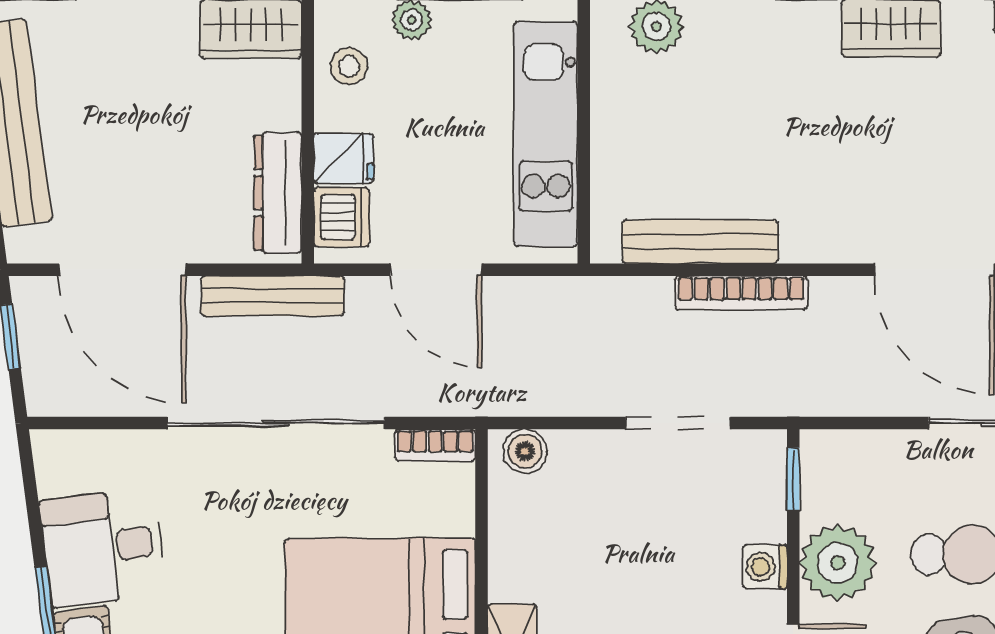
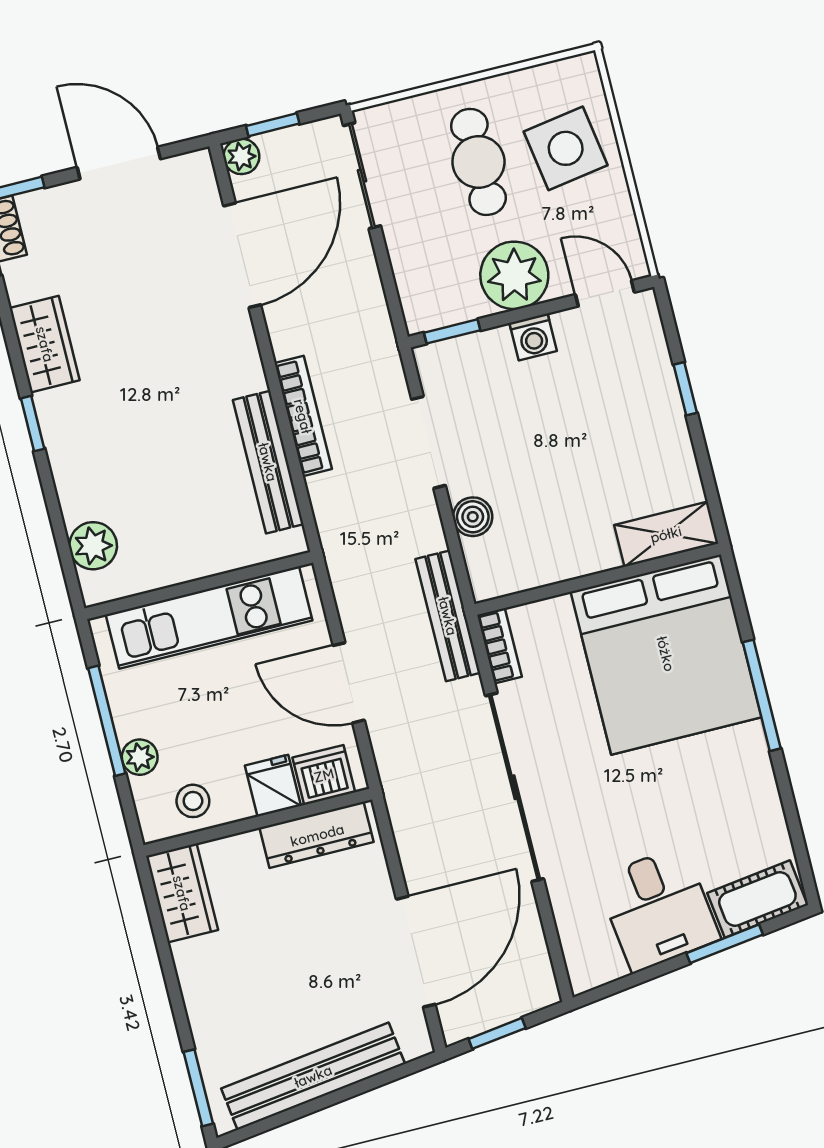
door: (436, 270) -> (349, 683), swing flipped
bench: (273, 296) -> (448, 616), moved
boiler: (525, 451) -> (473, 517), moved

